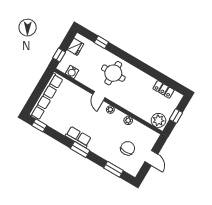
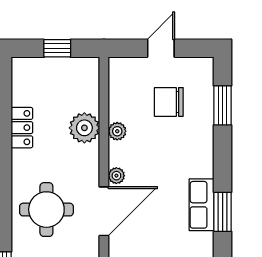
locker: (164, 89) -> (22, 128), moved
door: (99, 96) -> (104, 211), width x1.88
plant: (158, 120) -> (84, 128), moved
window: (80, 149) -> (223, 212), moved

